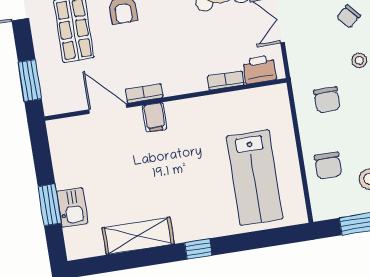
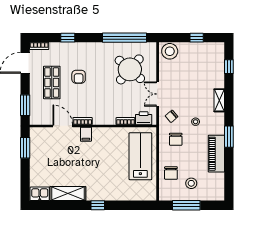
chair: (348, 17) -> (172, 116), moved
lab bench: (255, 178) -> (140, 156), moved, turned 180
window: (50, 205) -> (25, 148), moved
kitchen sink: (72, 207) -> (40, 194), moved, turned -90

